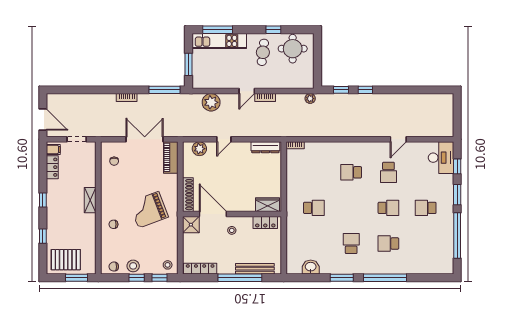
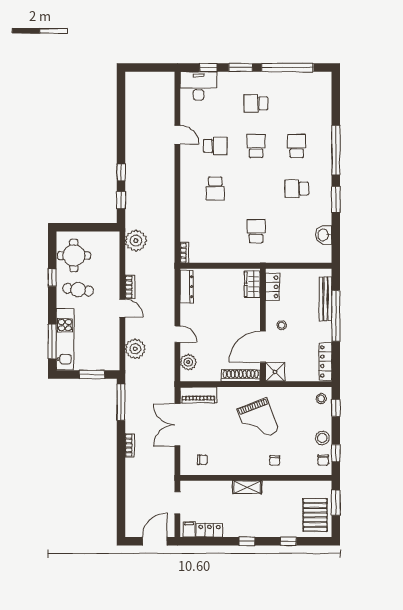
plant: (310, 99) -> (136, 241), width x1.88, depth x1.88
school desk: (426, 208) -> (256, 103), turned 90
school desk: (388, 243) -> (297, 146), turned 180
window: (137, 278) -> (336, 453), moved

